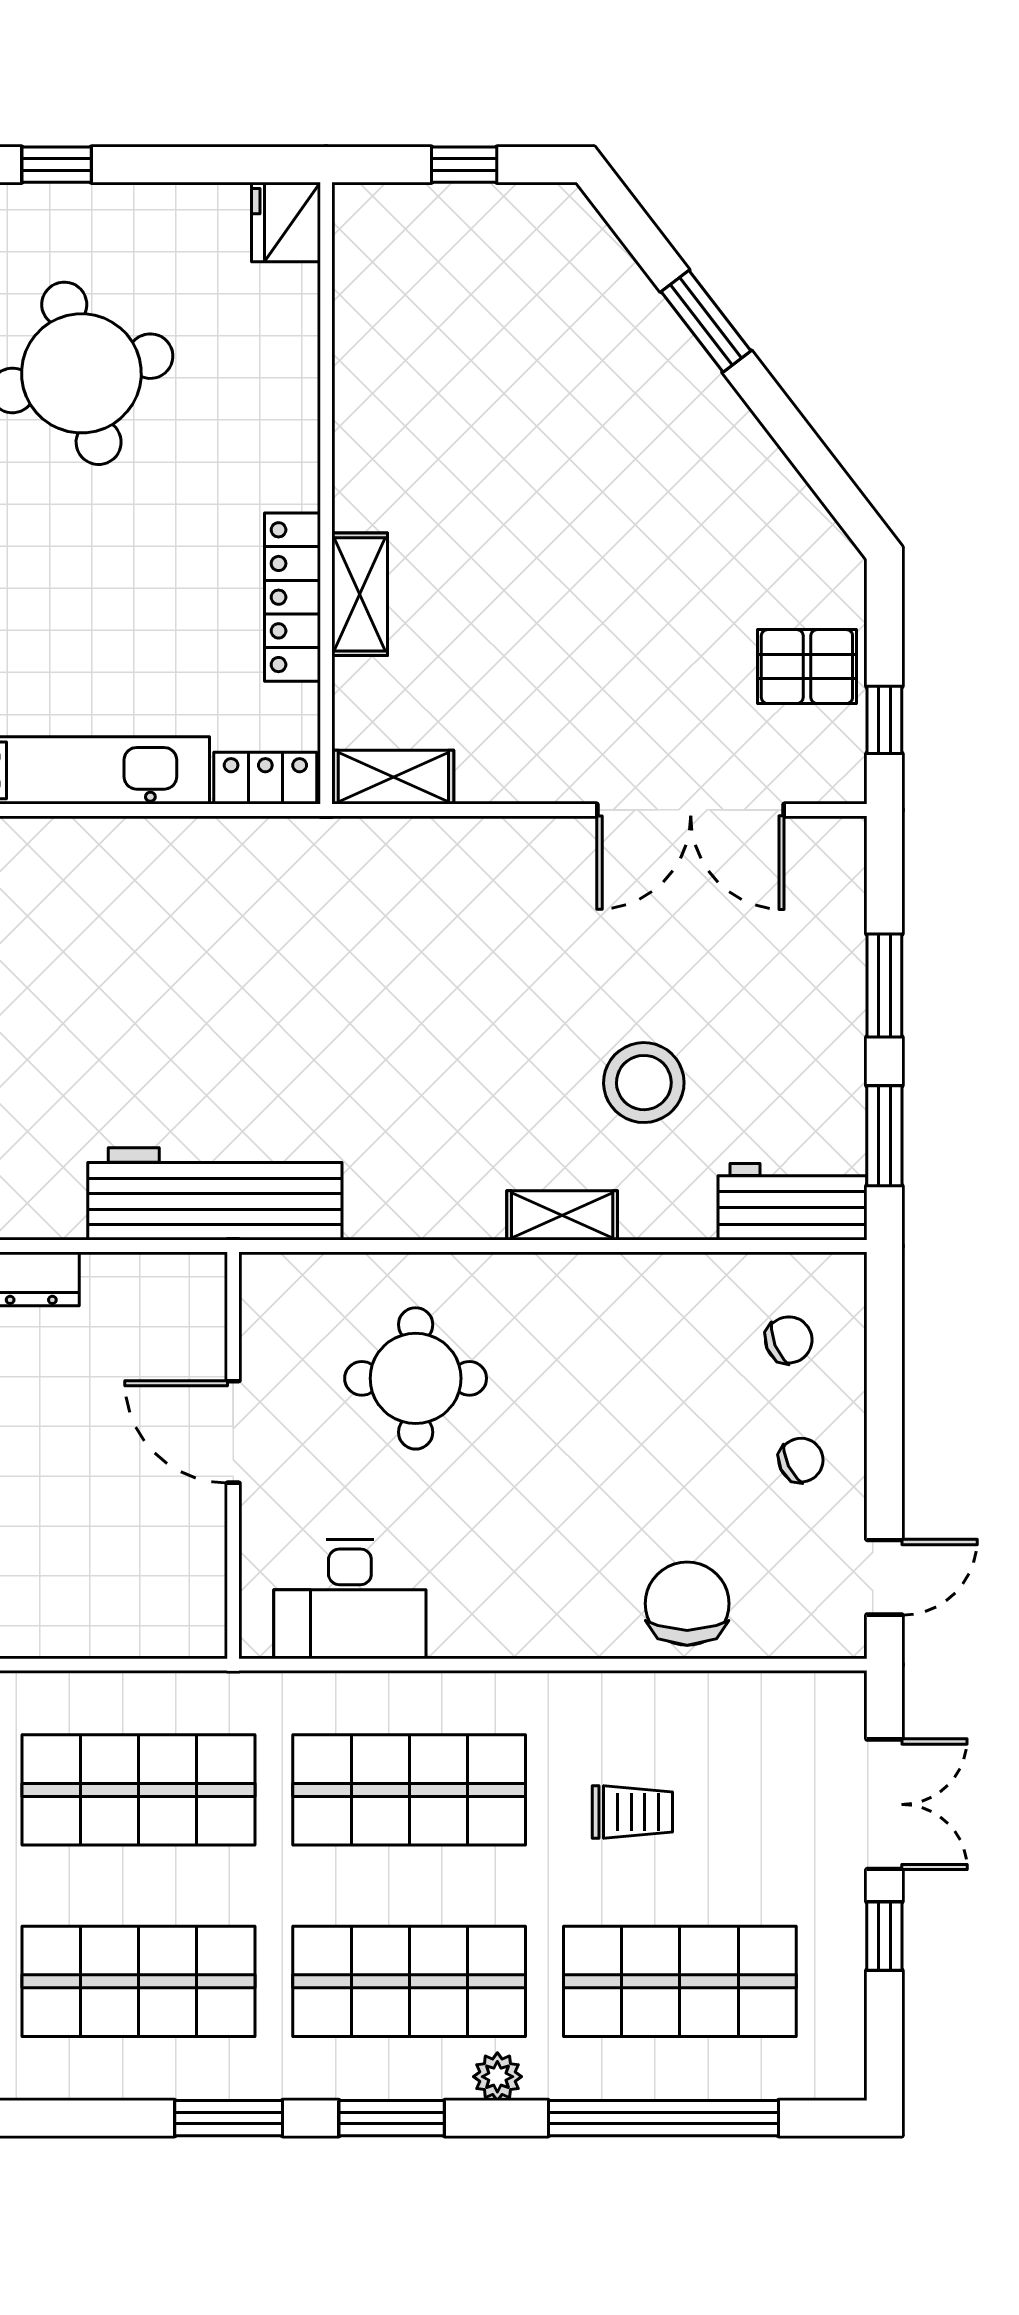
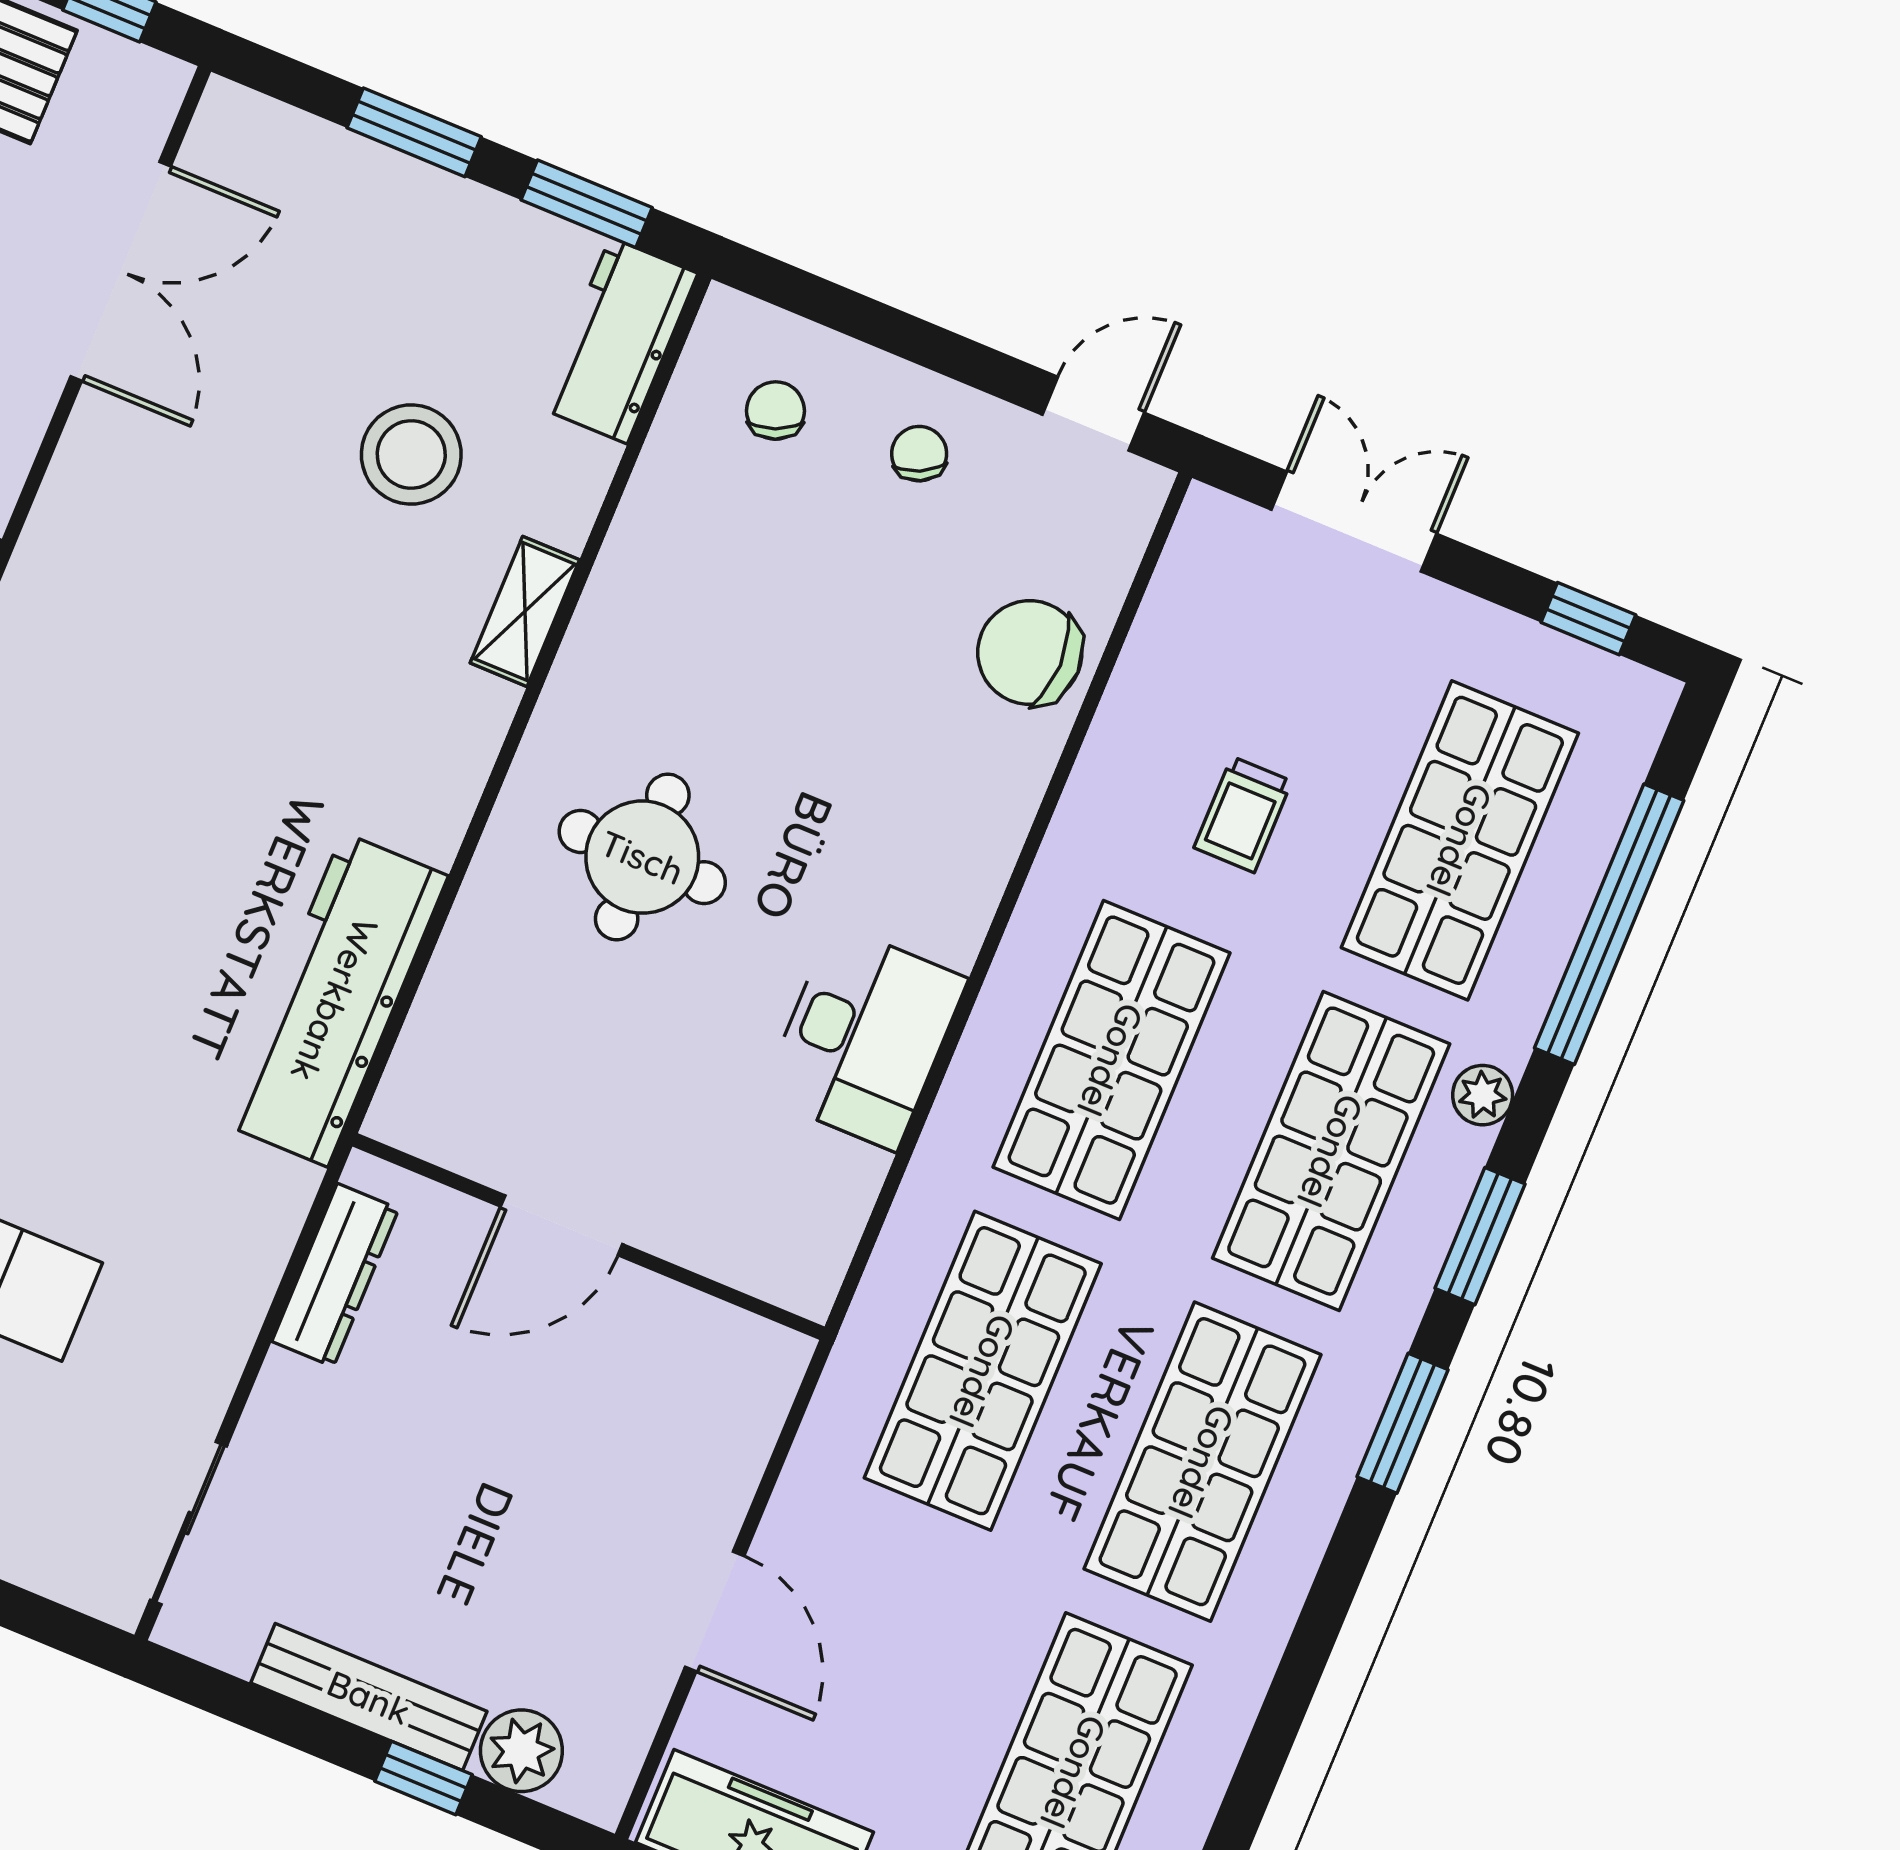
door: (233, 1432) -> (562, 1225), moved
wall: (233, 1455) -> (589, 1237), moved
door: (884, 1577) -> (1093, 414), hinge flipped
trolley: (632, 1812) -> (1243, 814), turned 180
window: (884, 1936) -> (1588, 619), moved

